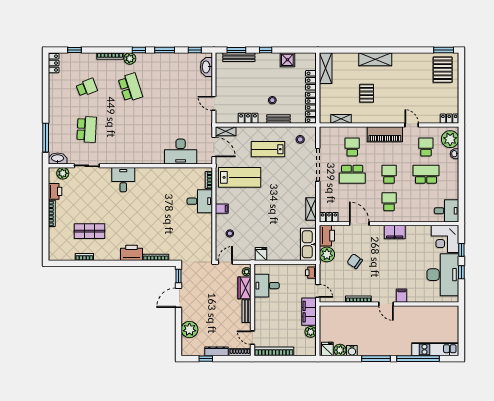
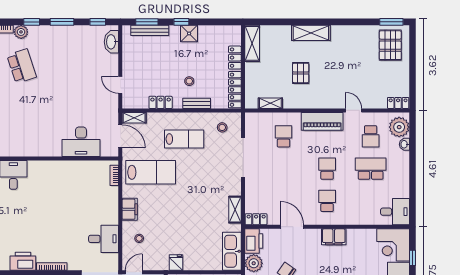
shower: (287, 60) -> (189, 33), moved
school desk: (426, 147) -> (371, 136), turned 180
lab bench: (268, 149) -> (184, 139), turned 180
school desk: (352, 174) -> (283, 169), removed
desk: (200, 201) -> (104, 239), moved
filing cabinet: (222, 209) -> (130, 209), width x2.00

